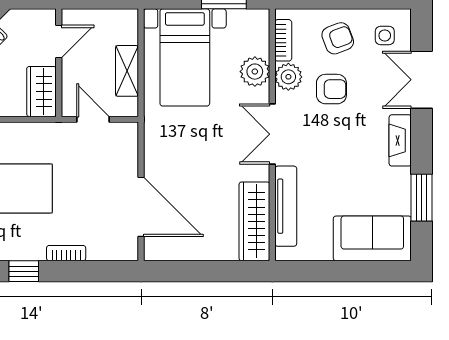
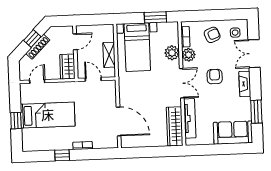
armchair: (331, 89) -> (215, 77), moved, turned -90
double door: (272, 134) -> (182, 83), swing flipped

